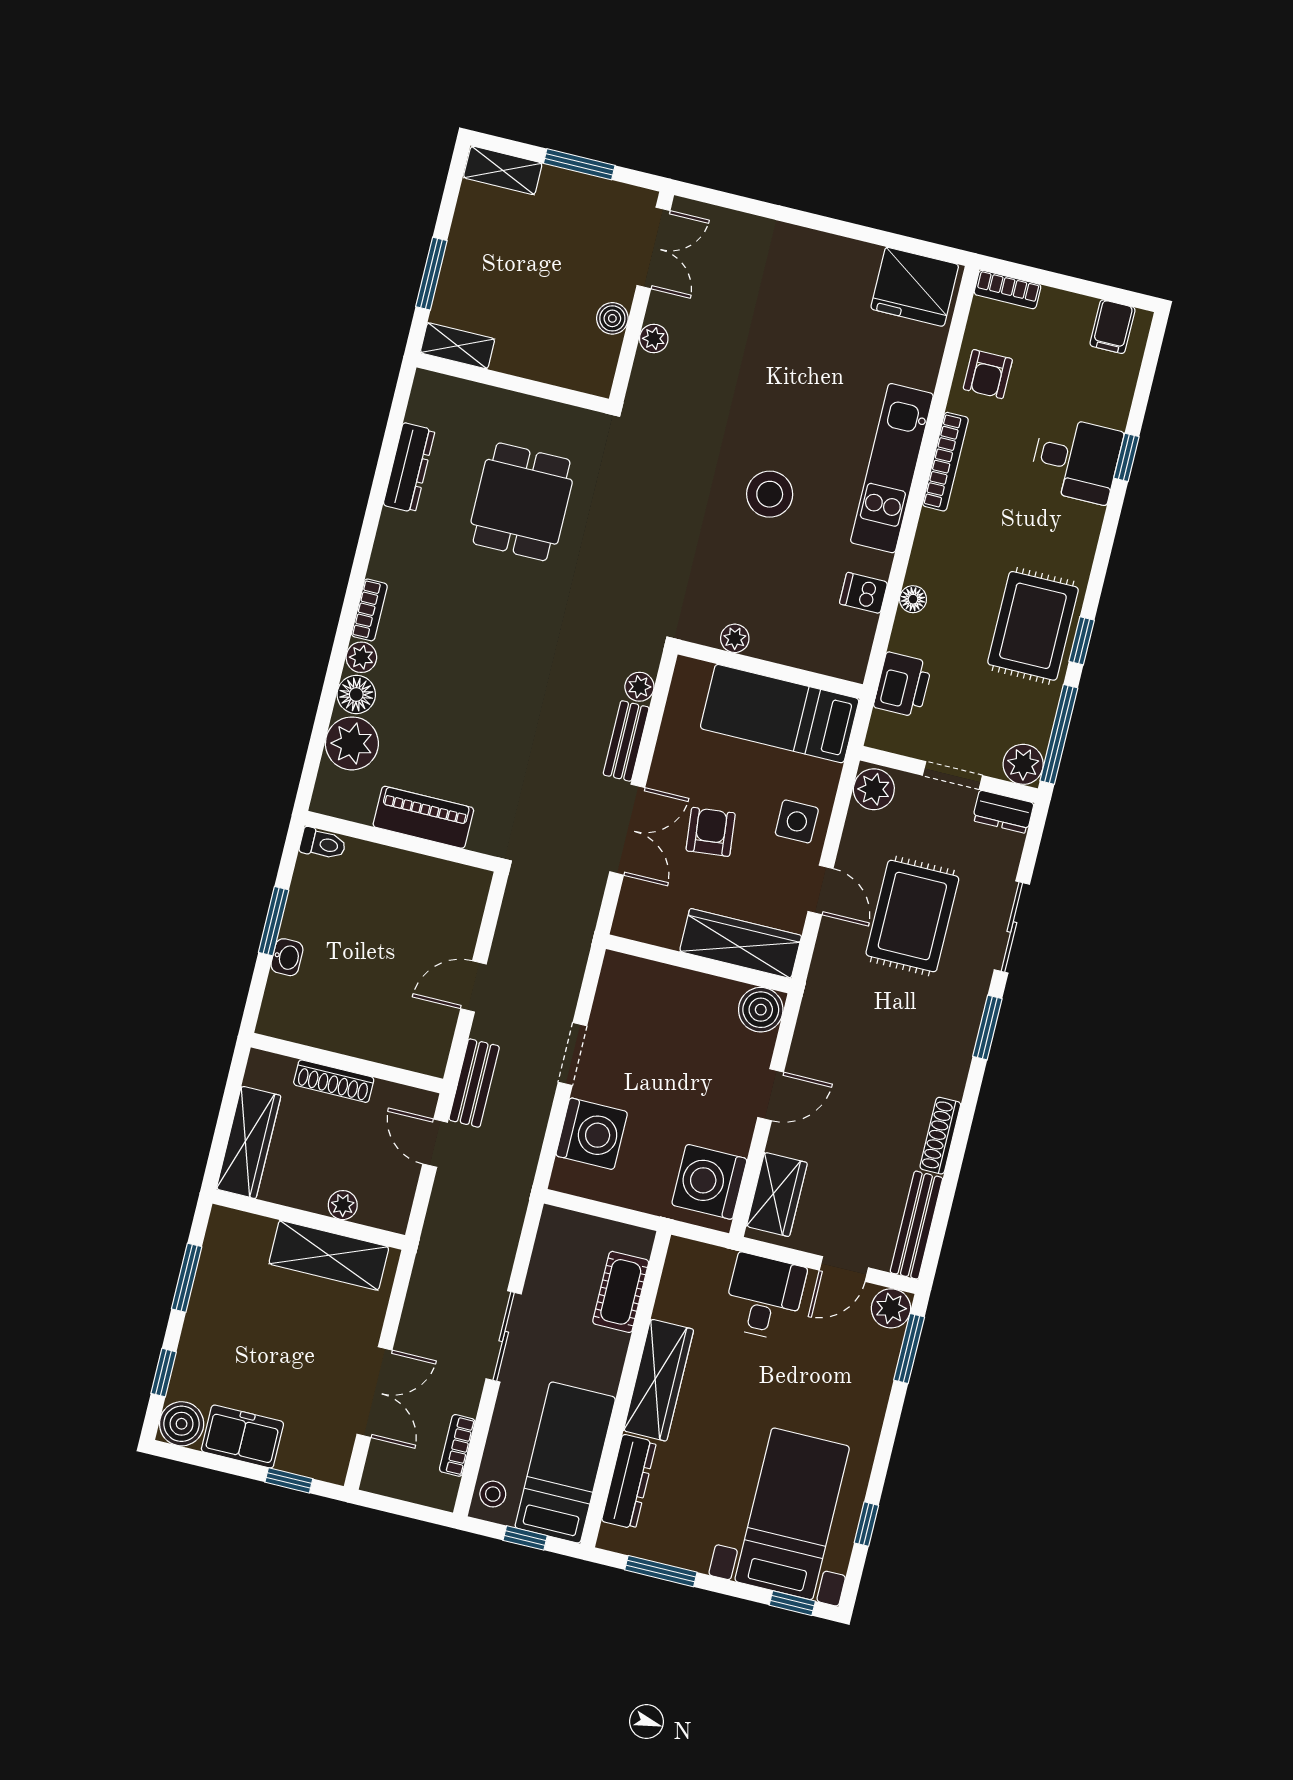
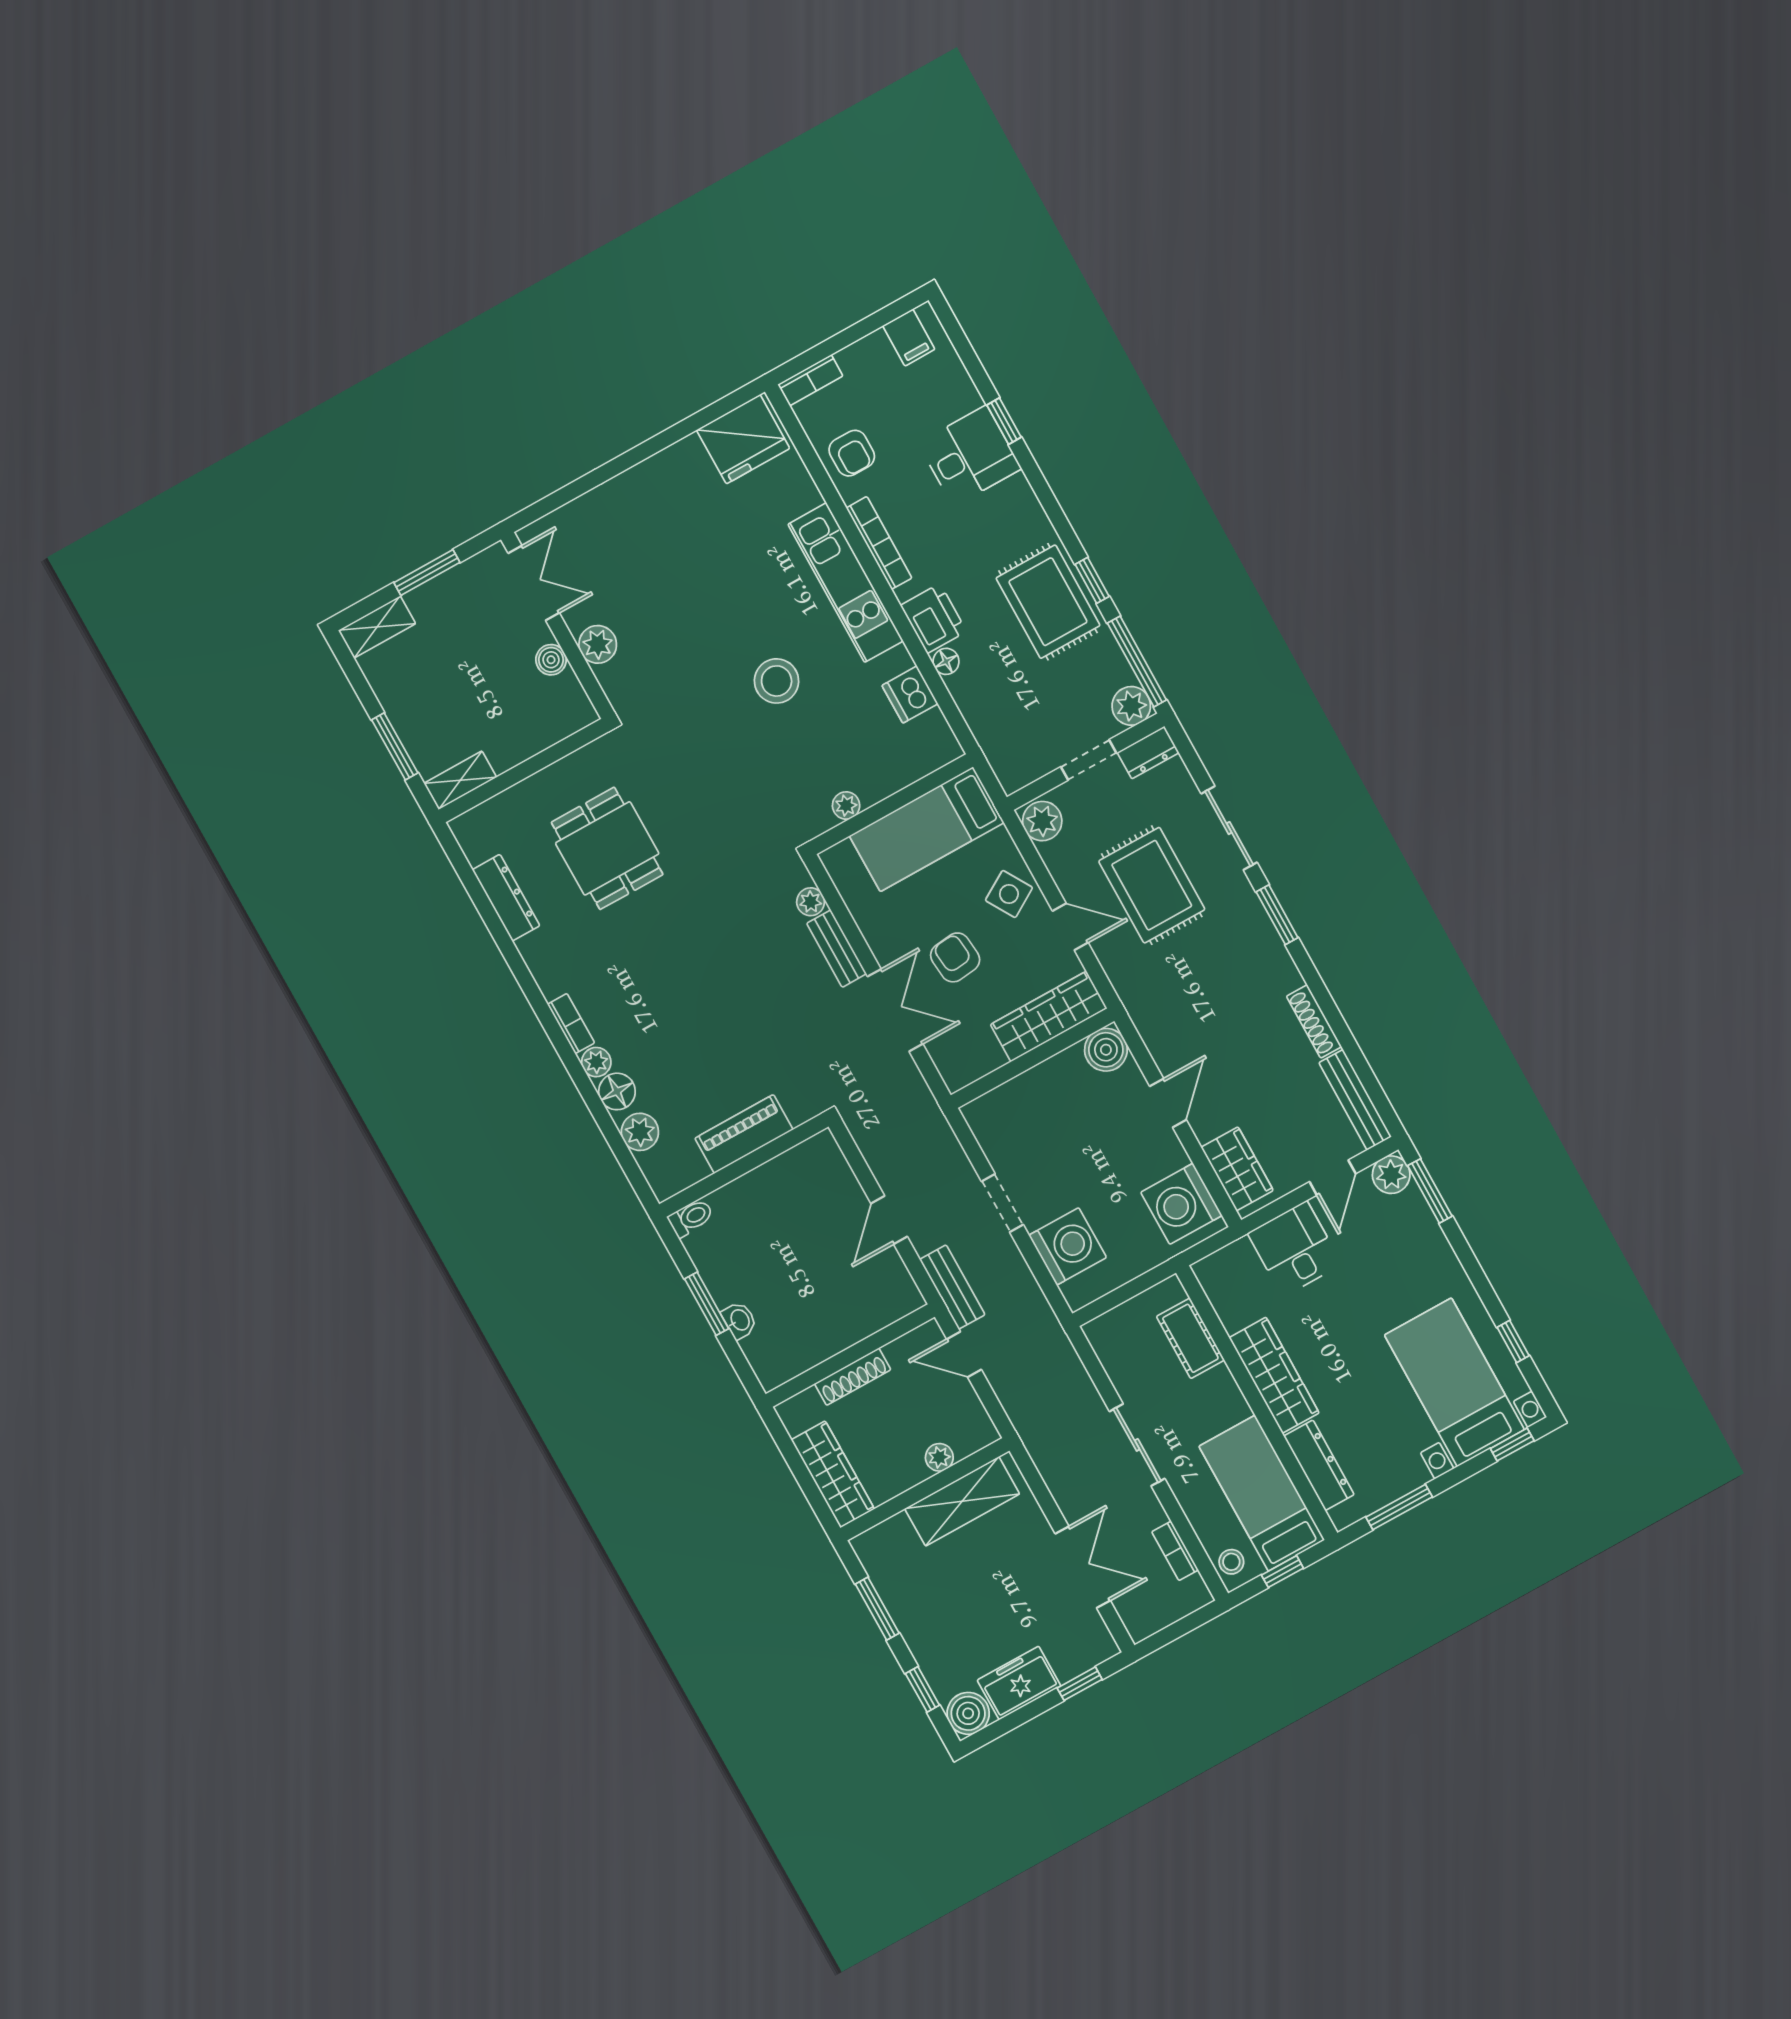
plant: (654, 339) -> (598, 644), width x1.38, depth x1.38
dishwasher: (864, 593) -> (910, 695), width x1.38
printer: (903, 685) -> (934, 618), moved
plant: (352, 743) -> (640, 1132), width x0.73, depth x0.73
side table: (797, 821) -> (1009, 894), turned -31

